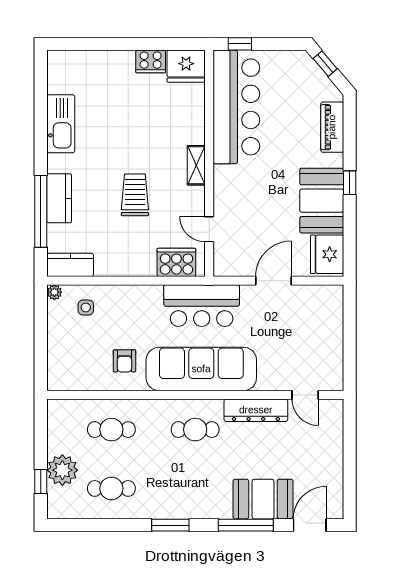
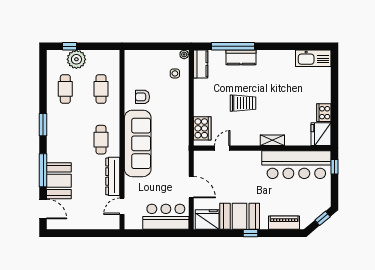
kitchen sink: (61, 124) -> (313, 58), moved
shelving: (196, 165) -> (272, 140), moved
bar counter: (202, 306) -> (166, 217), moved, turned 90

